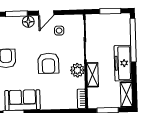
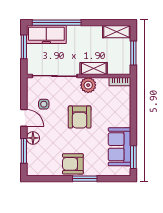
armchair: (48, 63) -> (80, 117), turned 90
freezer: (123, 63) -> (46, 35), moved

